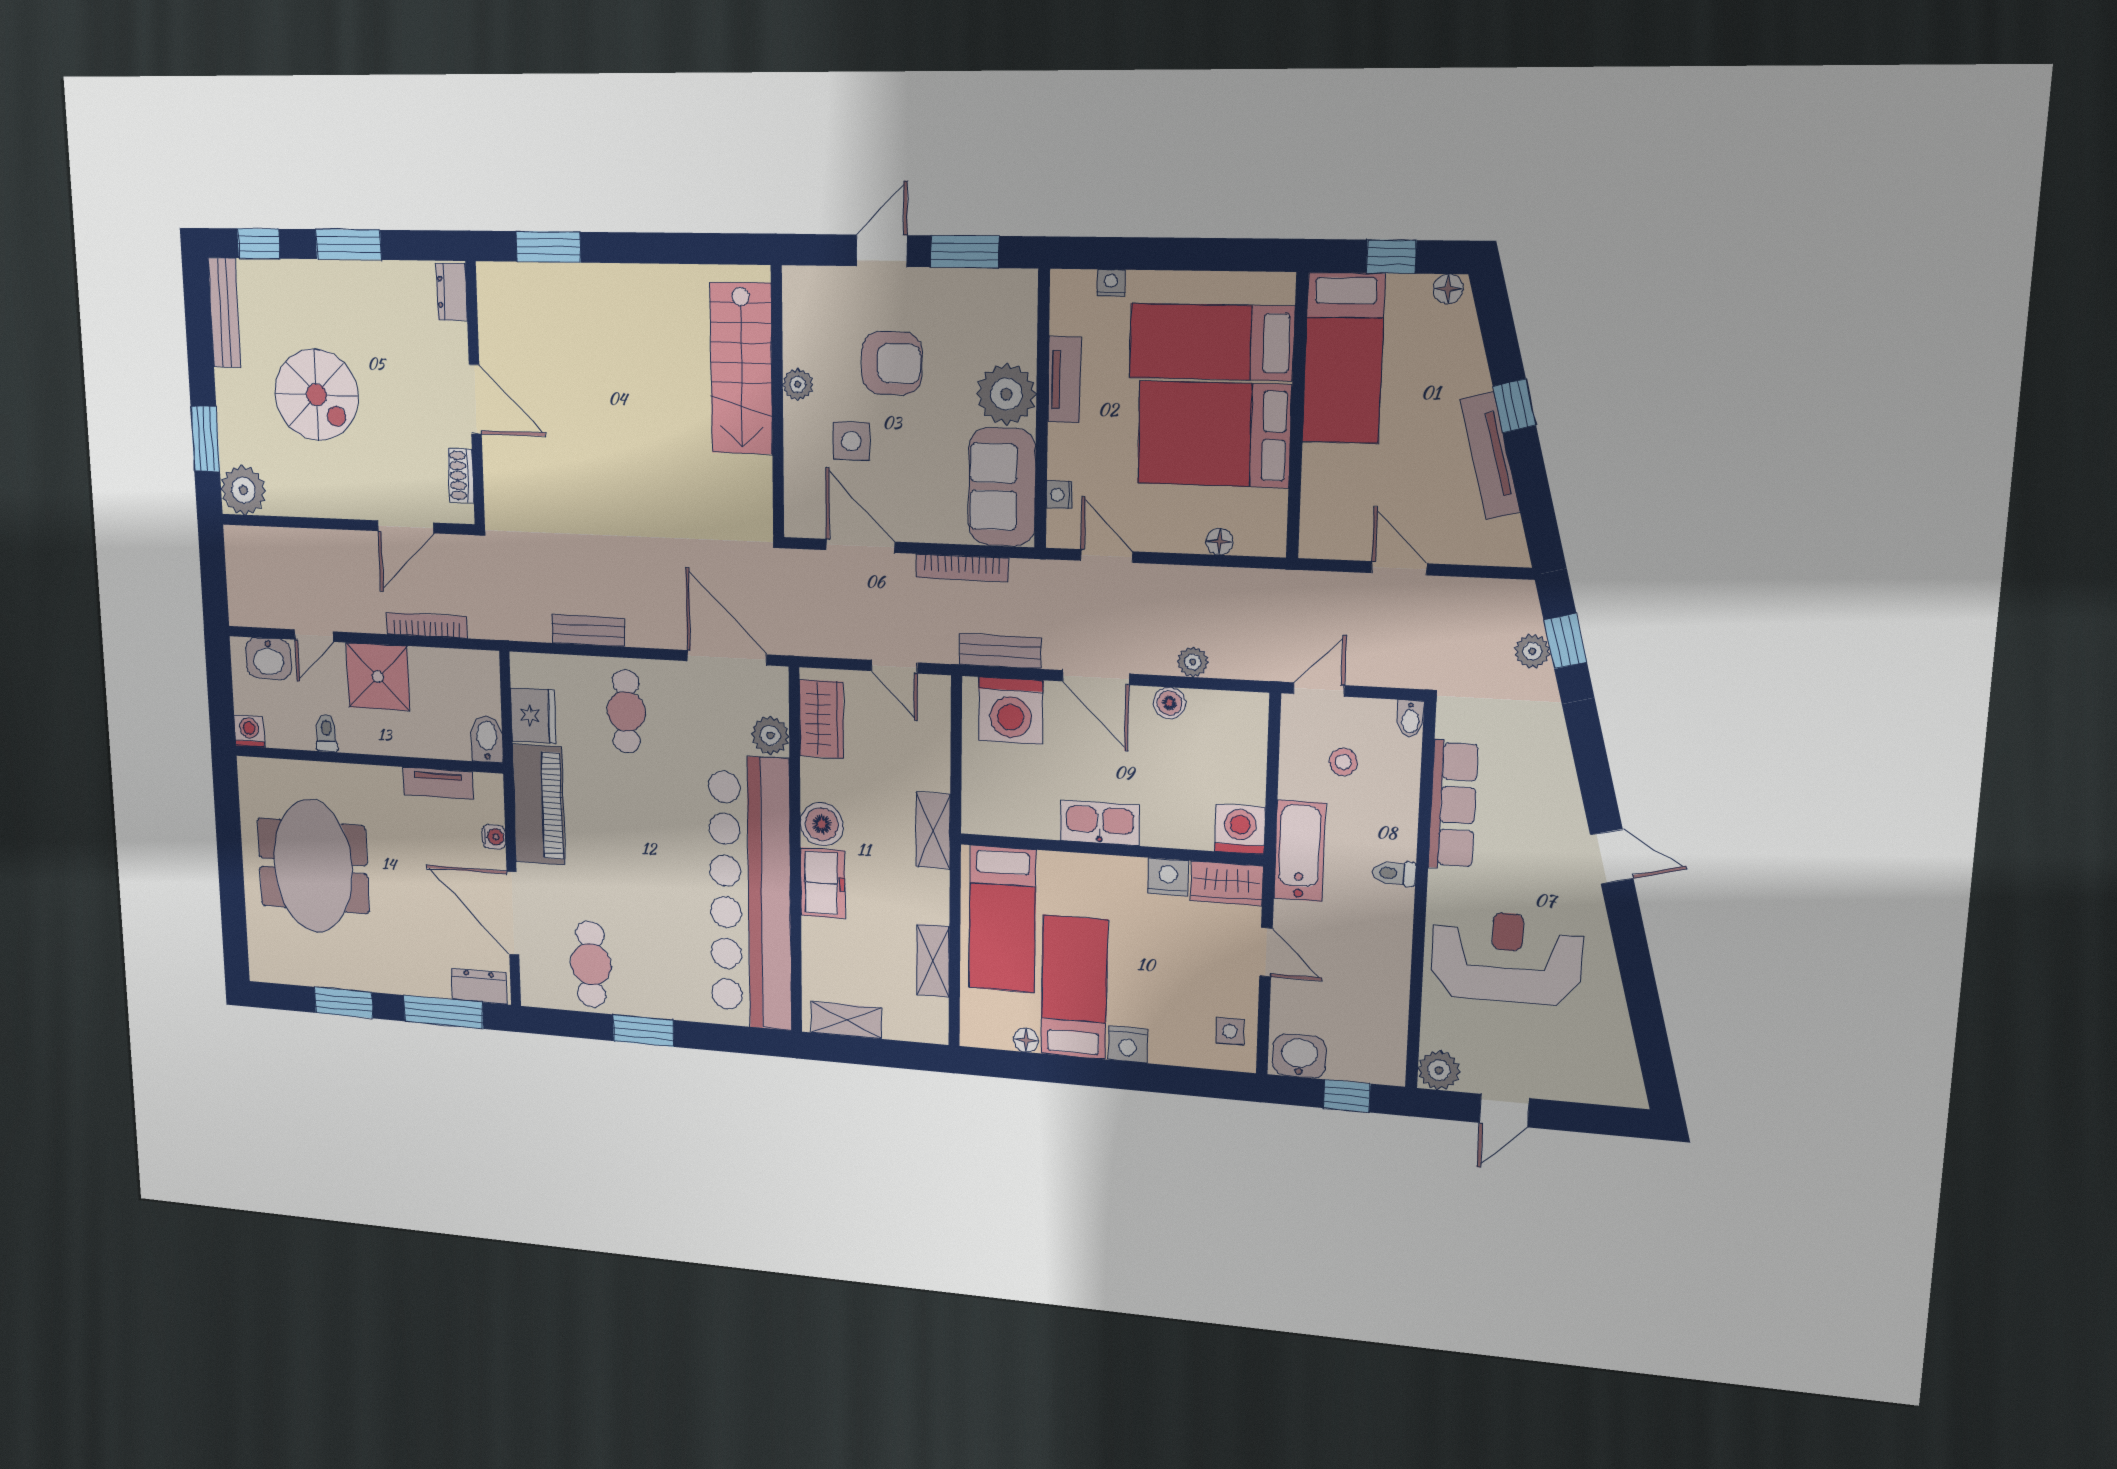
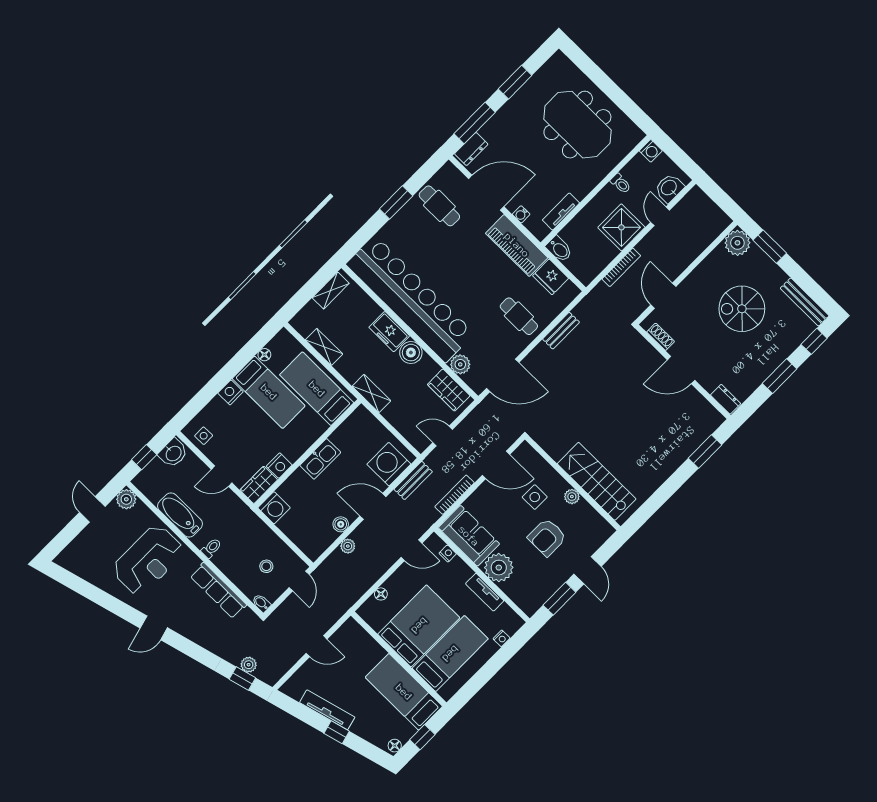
bathtub: (1300, 851) -> (180, 515), moved, turned 180

